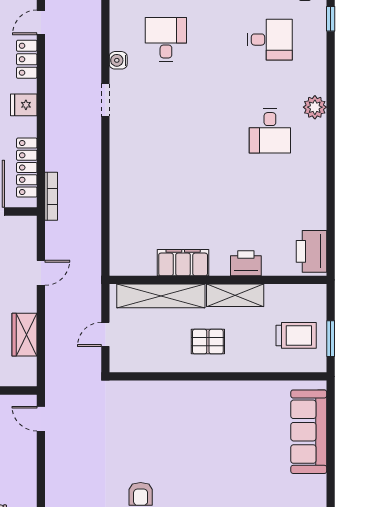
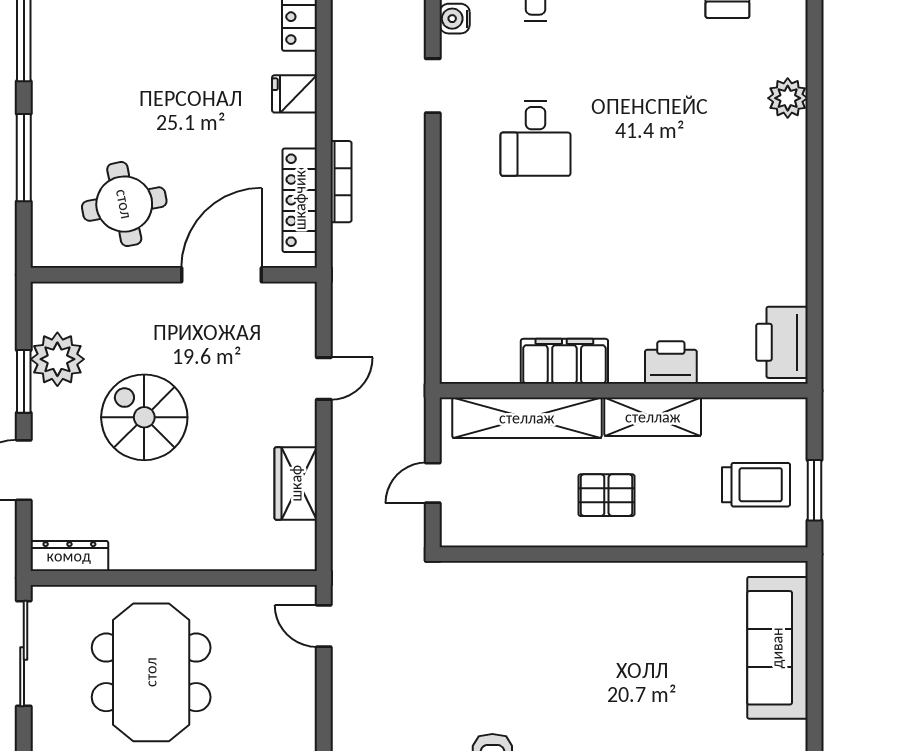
desk: (270, 131) -> (536, 138), moved
bookcase: (51, 196) -> (341, 182), moved

